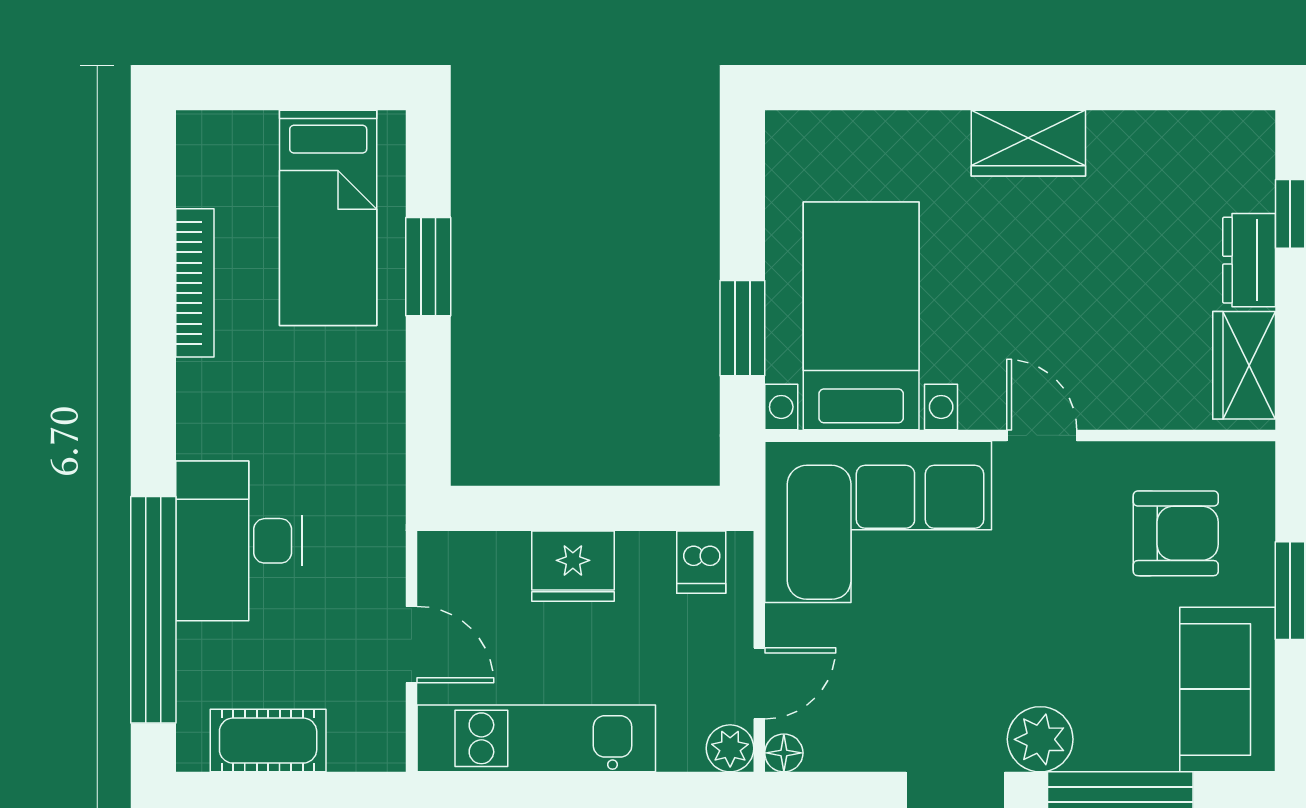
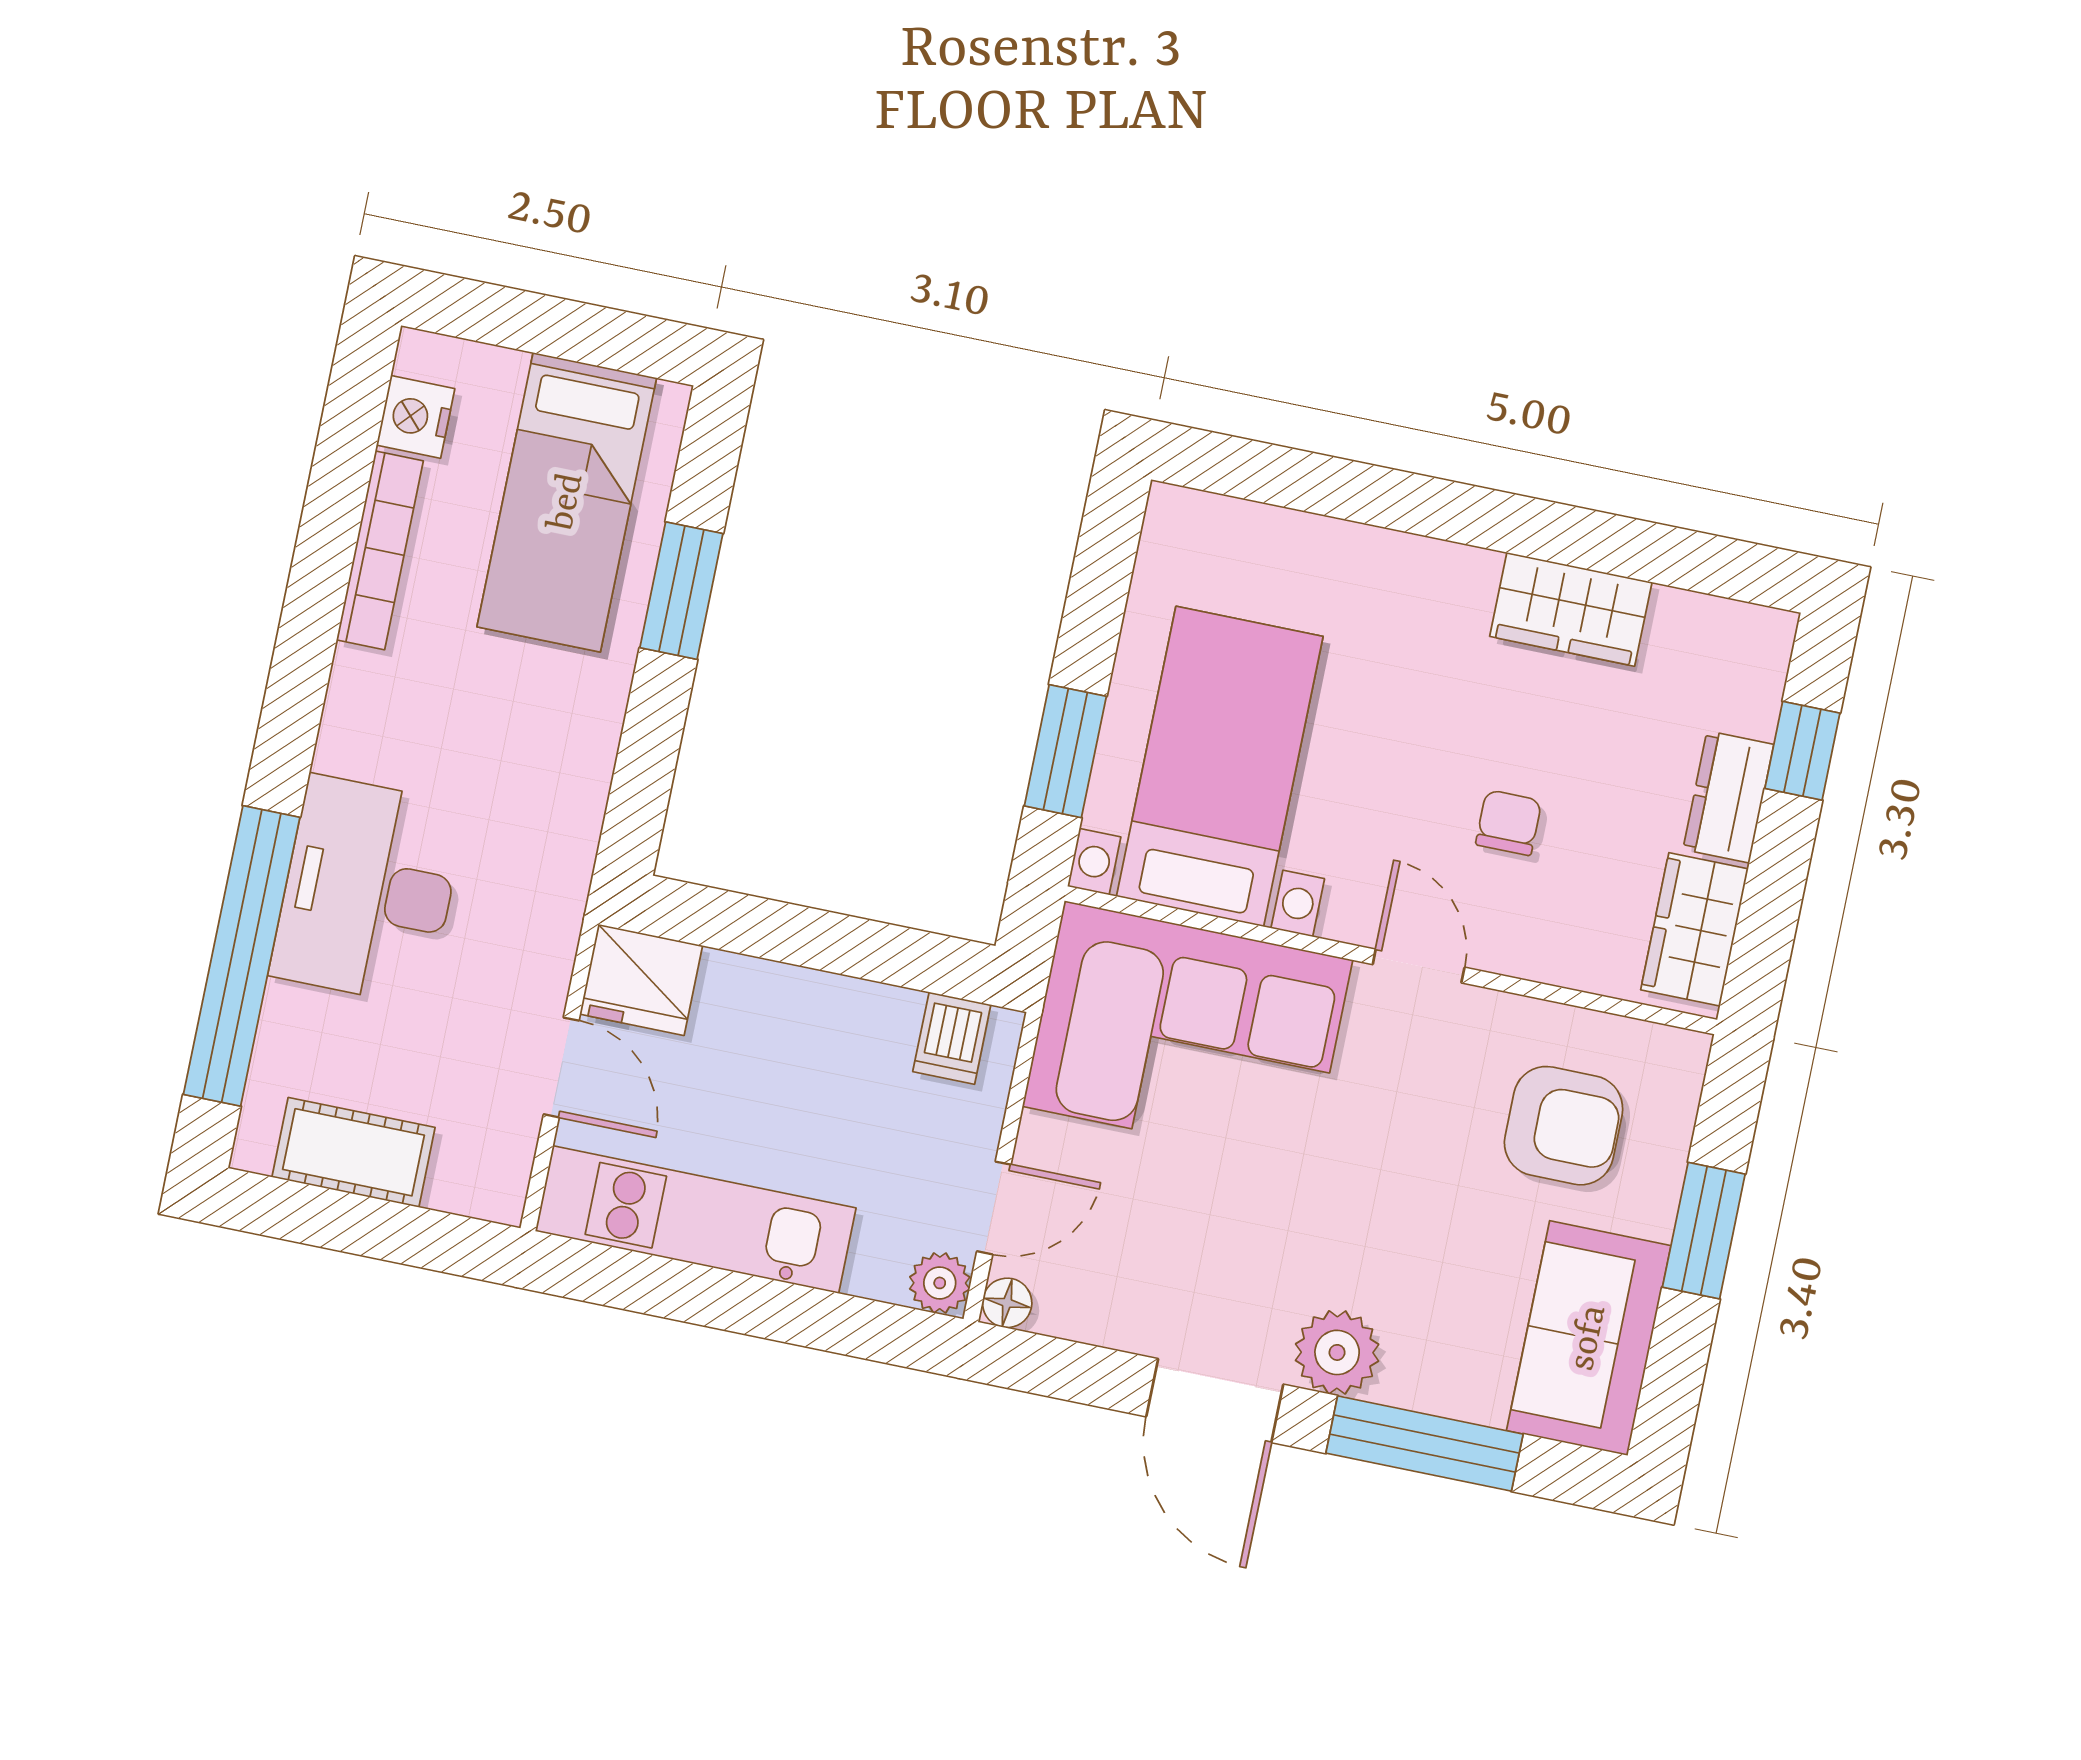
wardrobe: (1028, 143) -> (1571, 609), moved
nightstand: (201, 177) -> (416, 417), added
chair: (1087, 314) -> (1509, 823), added
fridge: (573, 566) -> (641, 980), moved

